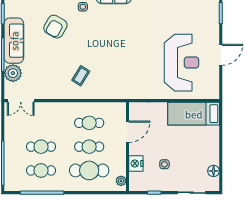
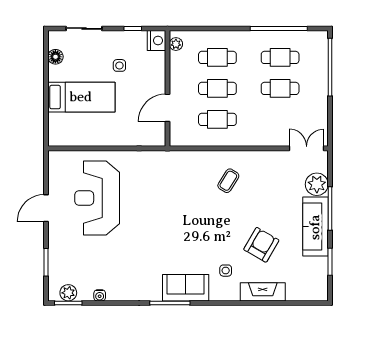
bed: (194, 114) -> (81, 97), moved
nightstand: (136, 163) -> (157, 41), moved
cafe table: (89, 170) -> (217, 57), width x0.73, depth x0.74

